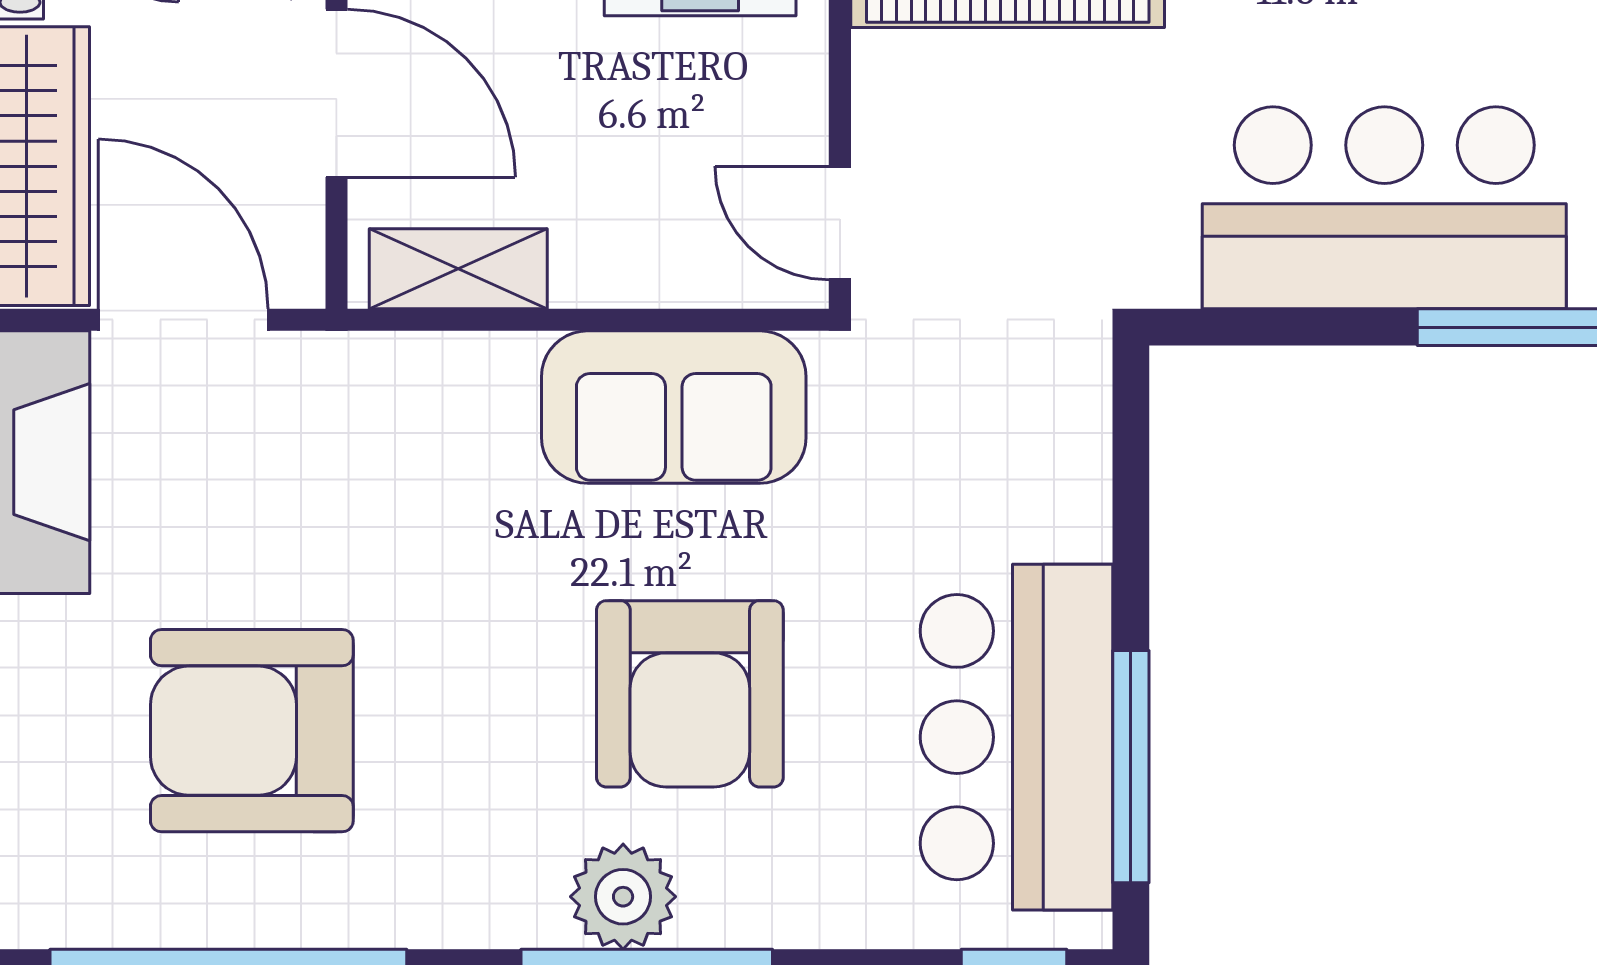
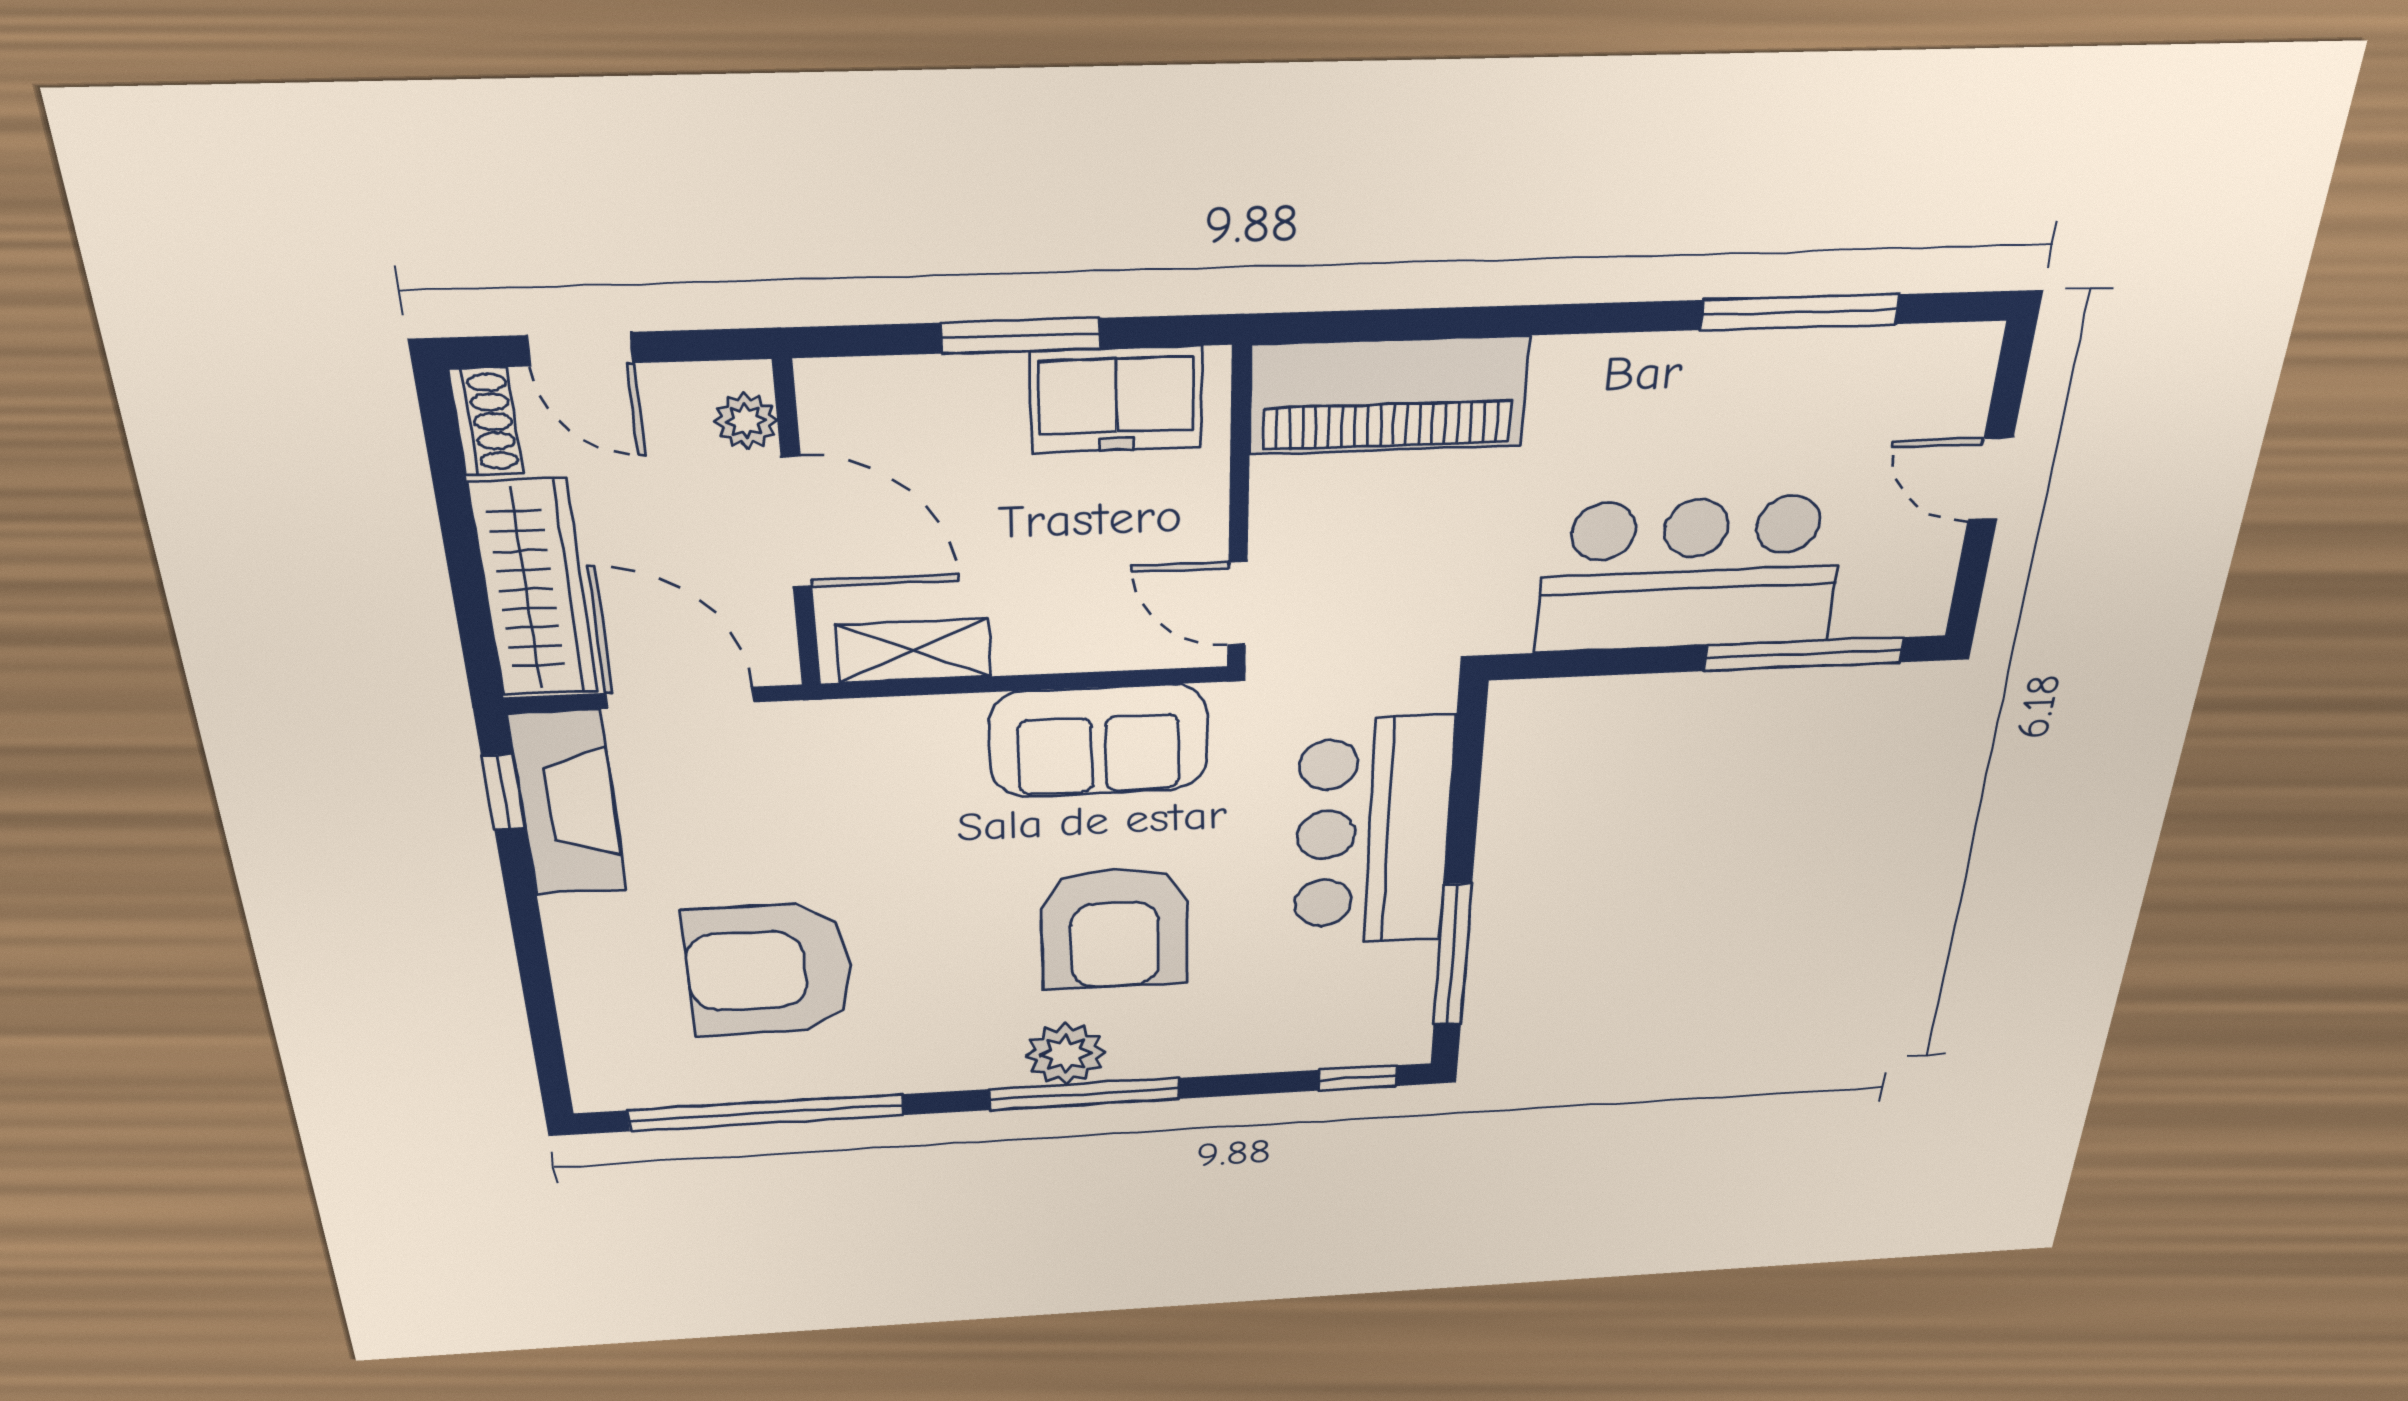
bar counter: (1016, 737) -> (1373, 833), moved

